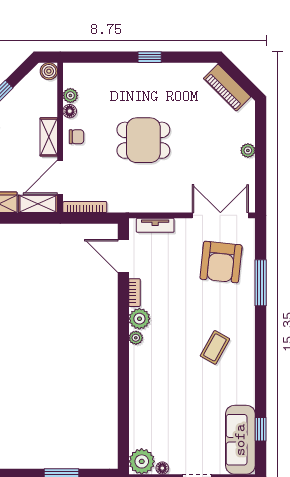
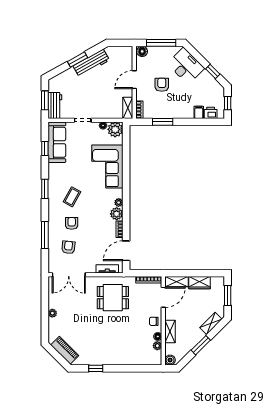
window: (150, 57) -> (96, 368), moved
shelving: (49, 137) -> (170, 331), moved
dining table: (143, 140) -> (113, 298), moved
door: (123, 256) -> (126, 251), swing flipped
armchair: (221, 262) -> (68, 247), width x0.53, depth x0.53
armchair: (215, 302) -> (72, 223), added
window: (261, 361) -> (45, 189), added
corner sofa: (155, 399) -> (107, 167), added

